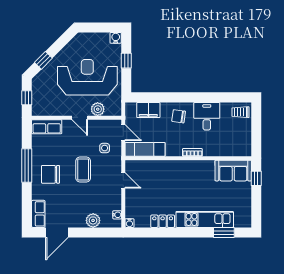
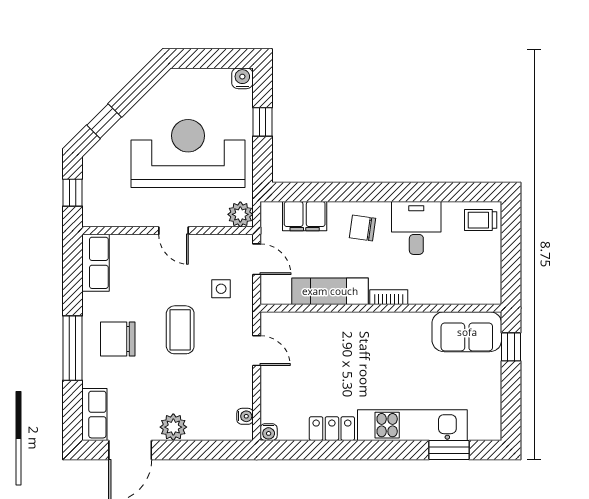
plant: (98, 109) -> (240, 214), moved
row of seats: (47, 127) -> (96, 263), moved, turned -90
exam couch: (145, 149) -> (330, 291), moved
window: (27, 166) -> (73, 348), moved
plant: (93, 220) -> (173, 427), moved

